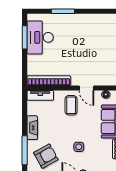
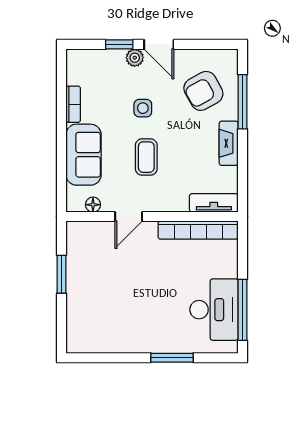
window: (25, 37) -> (243, 310), width x1.44
door: (86, 88) -> (129, 217), swing flipped
coffee table: (71, 105) -> (146, 157), moved

